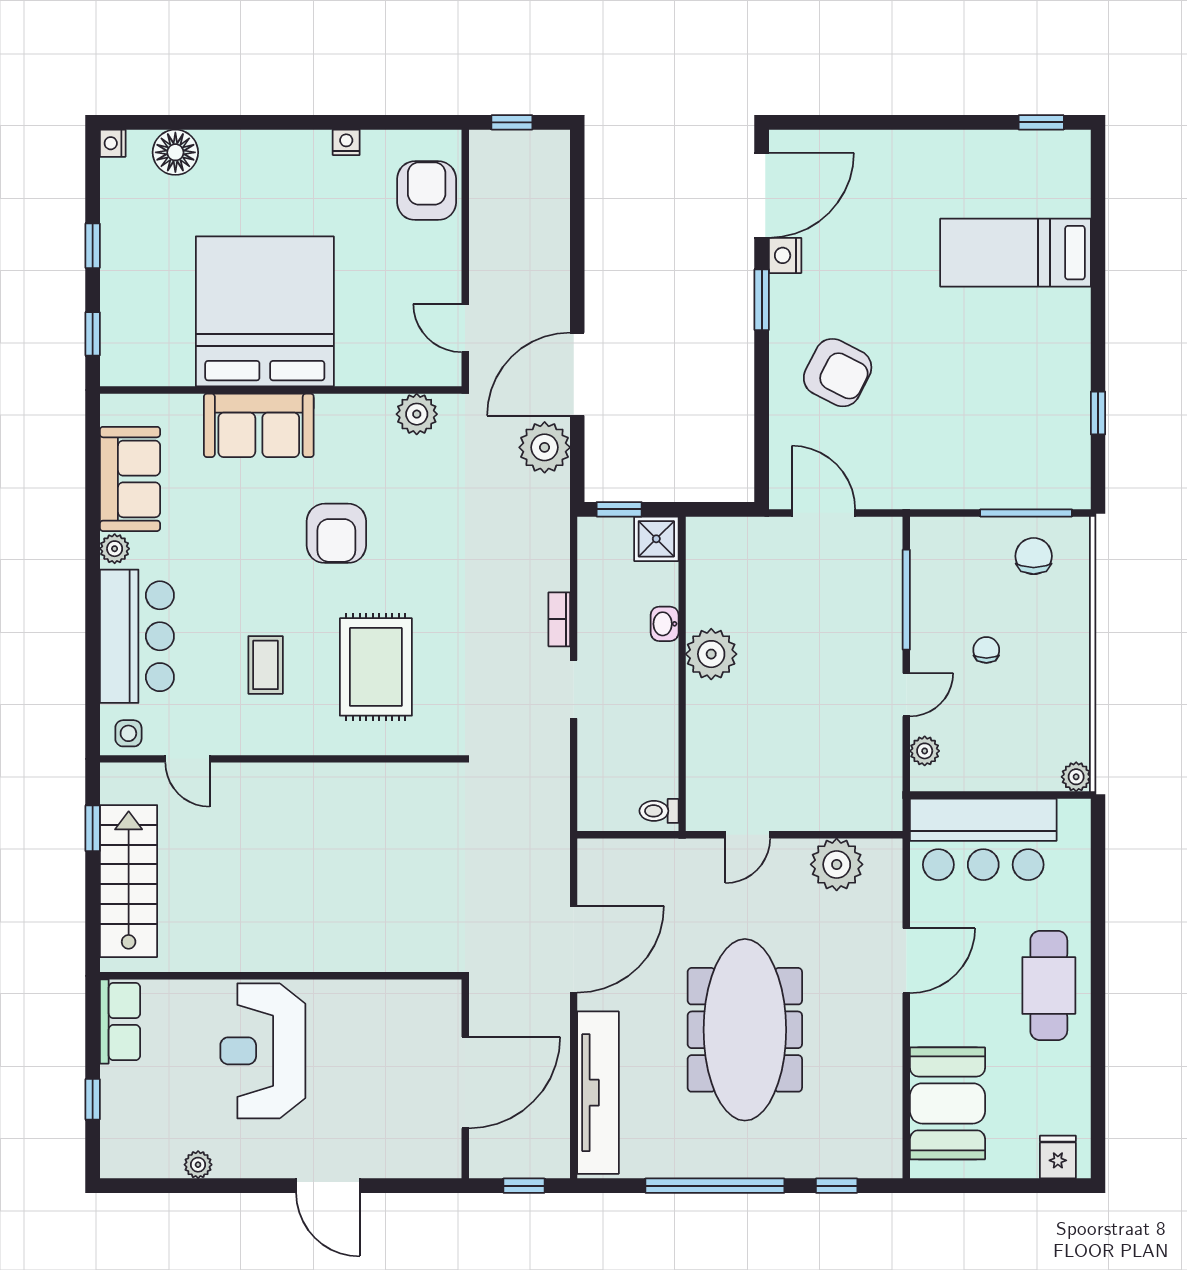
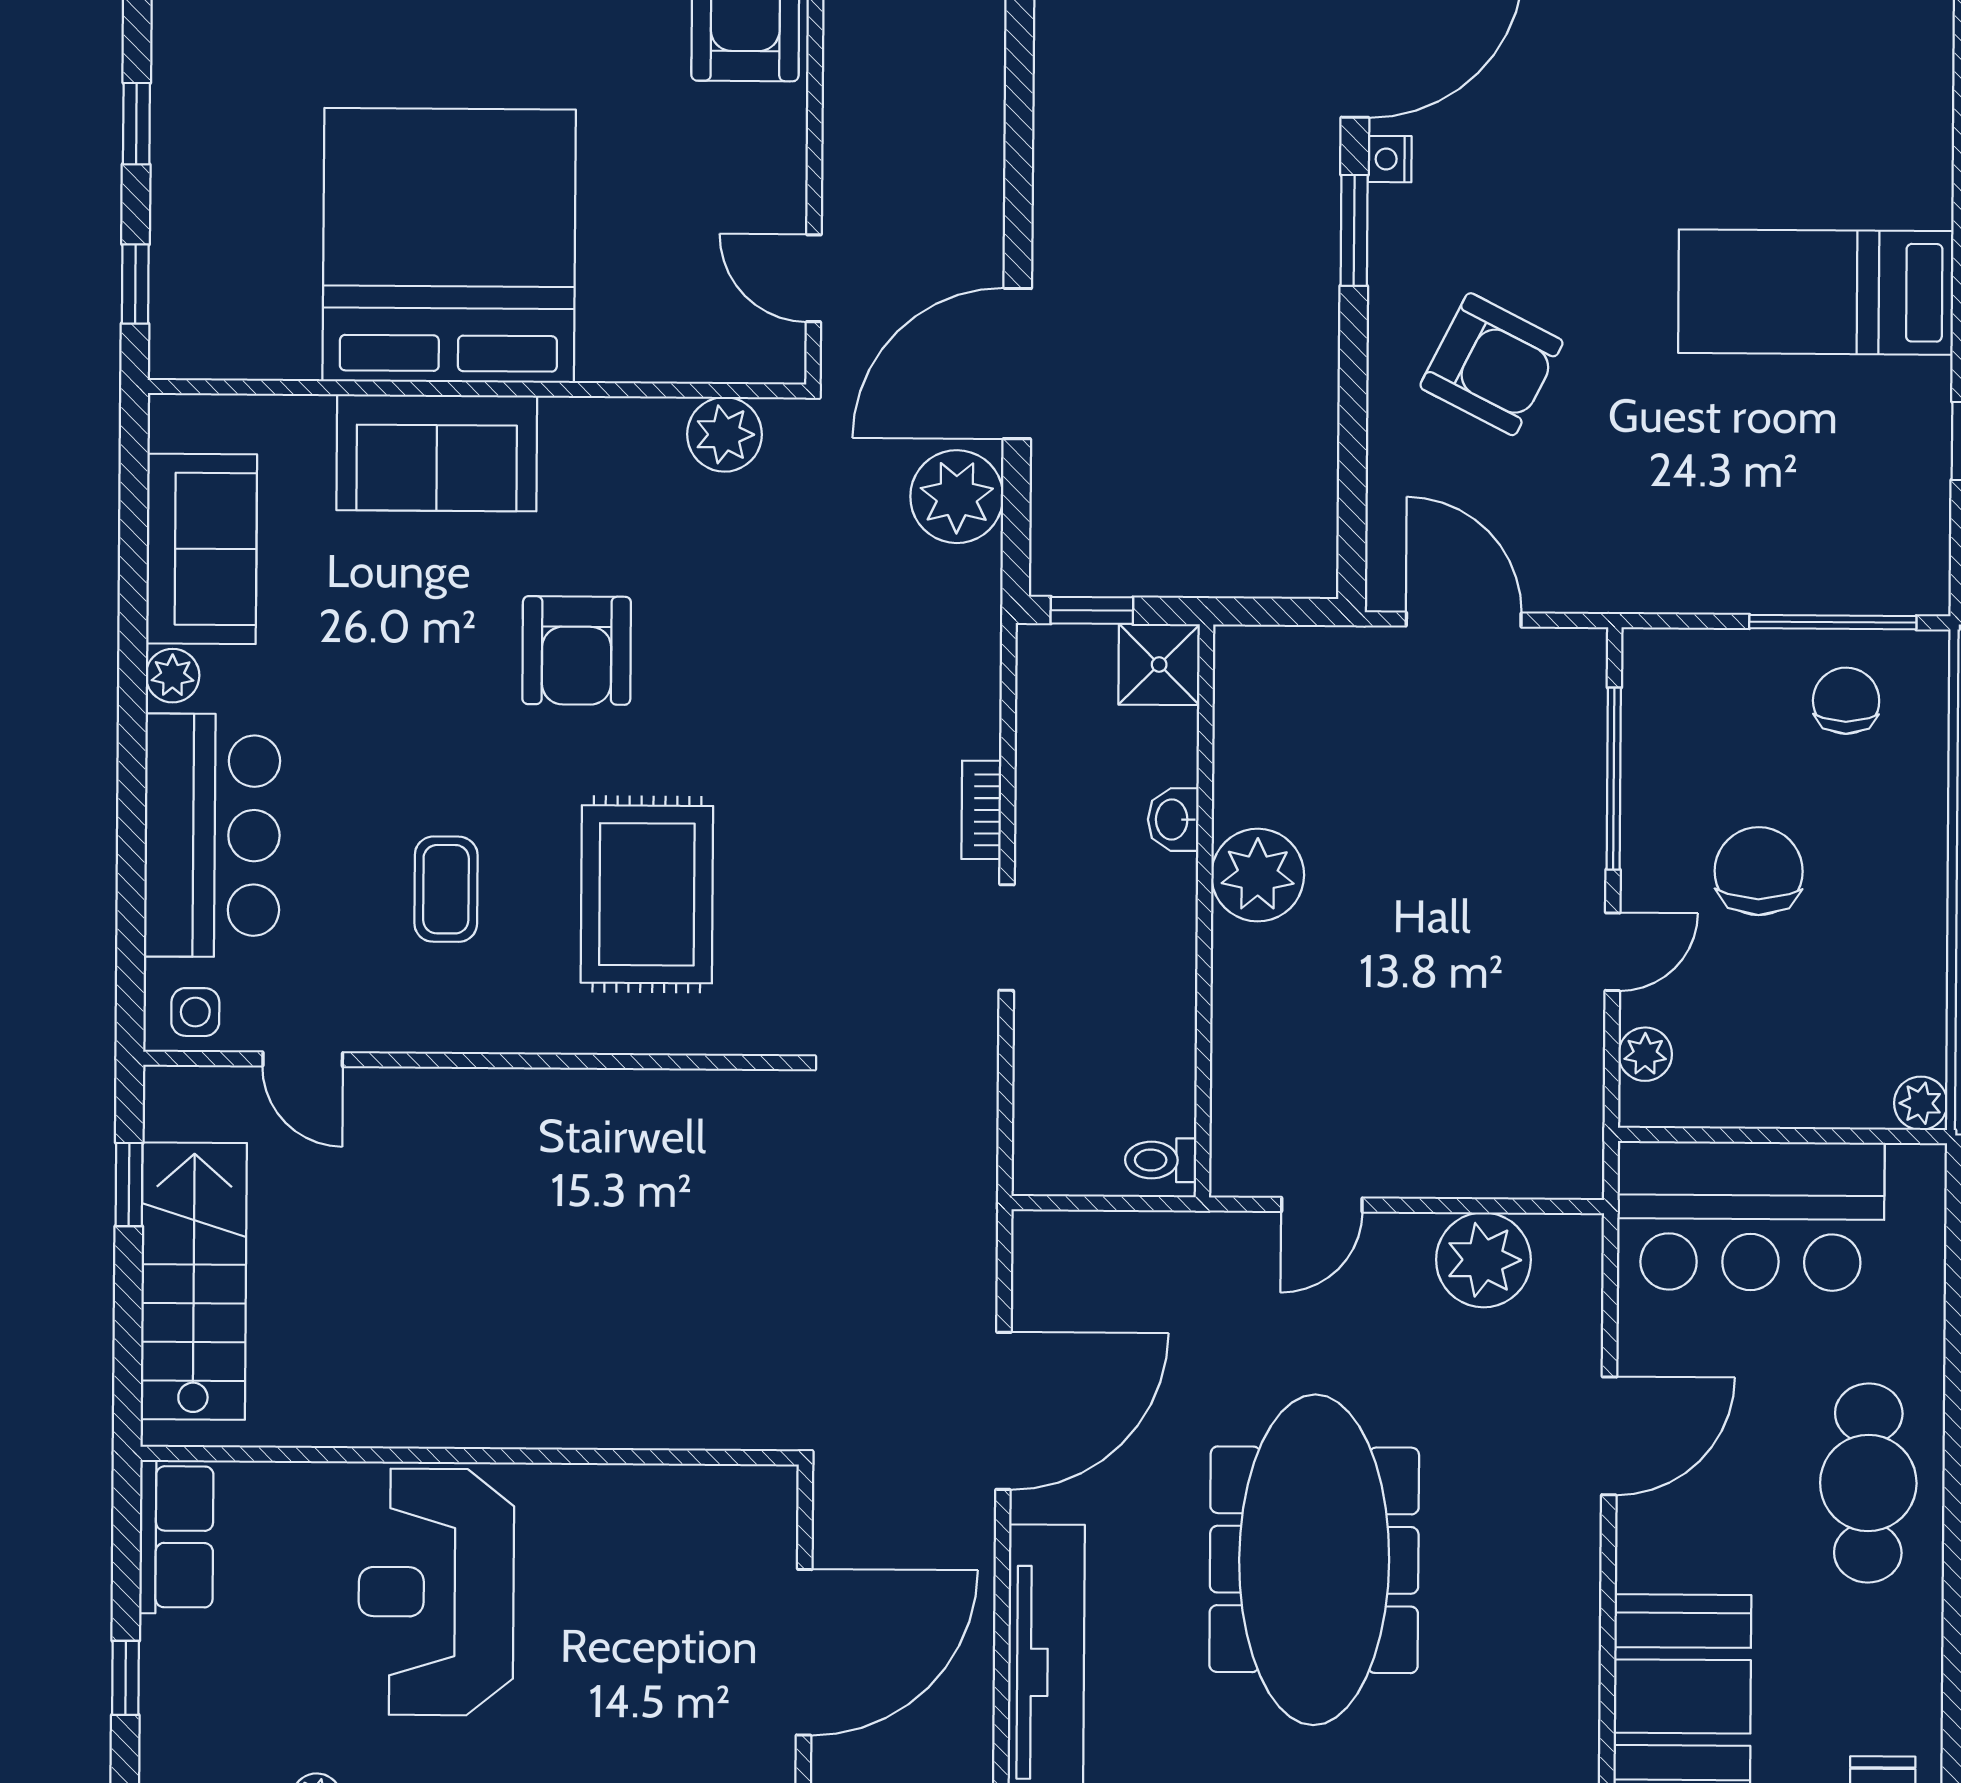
bed: (1015, 253) -> (1816, 292), moved
nightstand: (785, 255) -> (1390, 159), width x0.72, depth x0.74
chair: (986, 650) -> (1759, 871), width x1.87, depth x1.87

